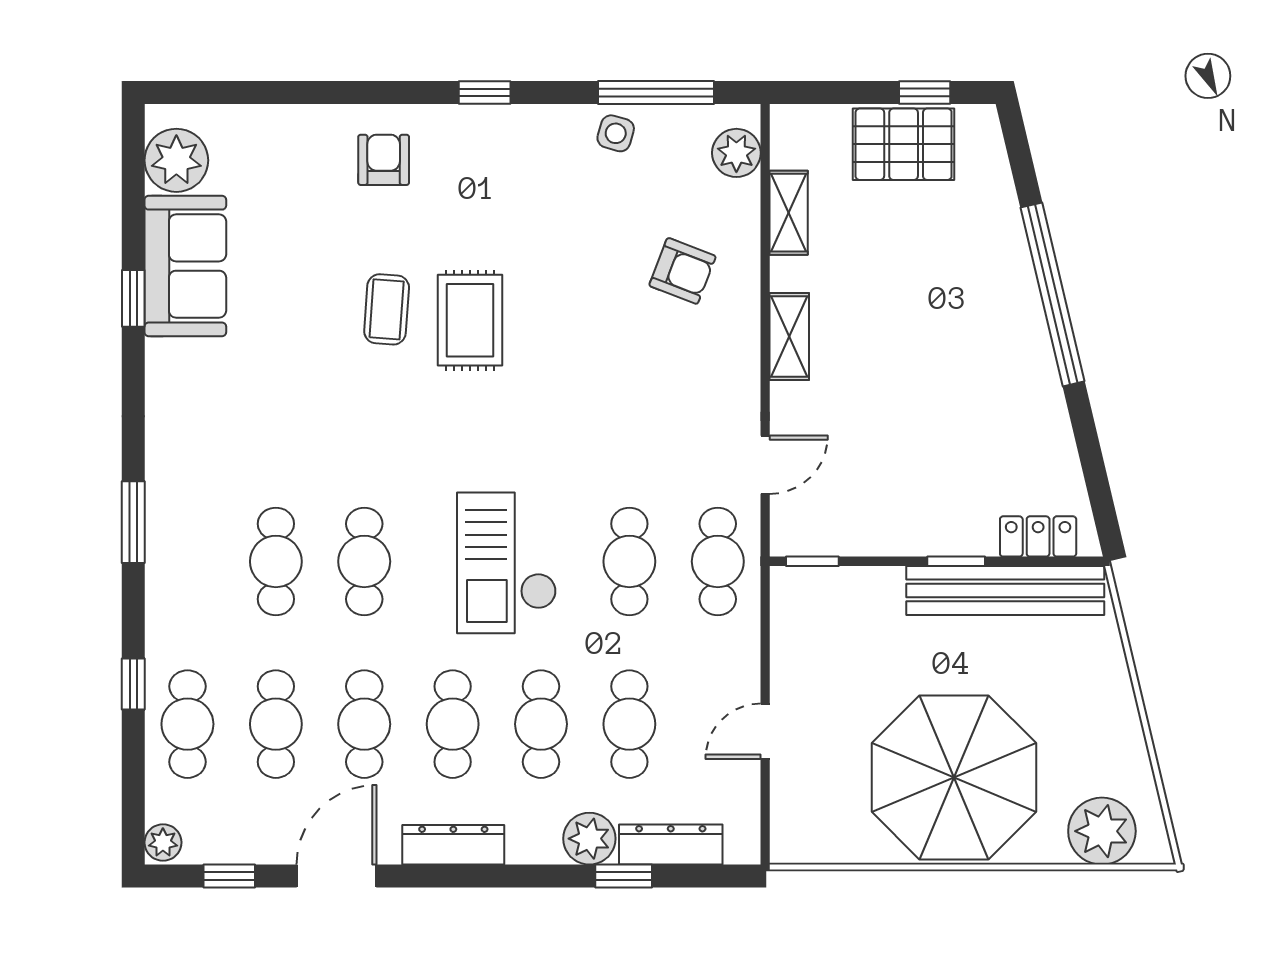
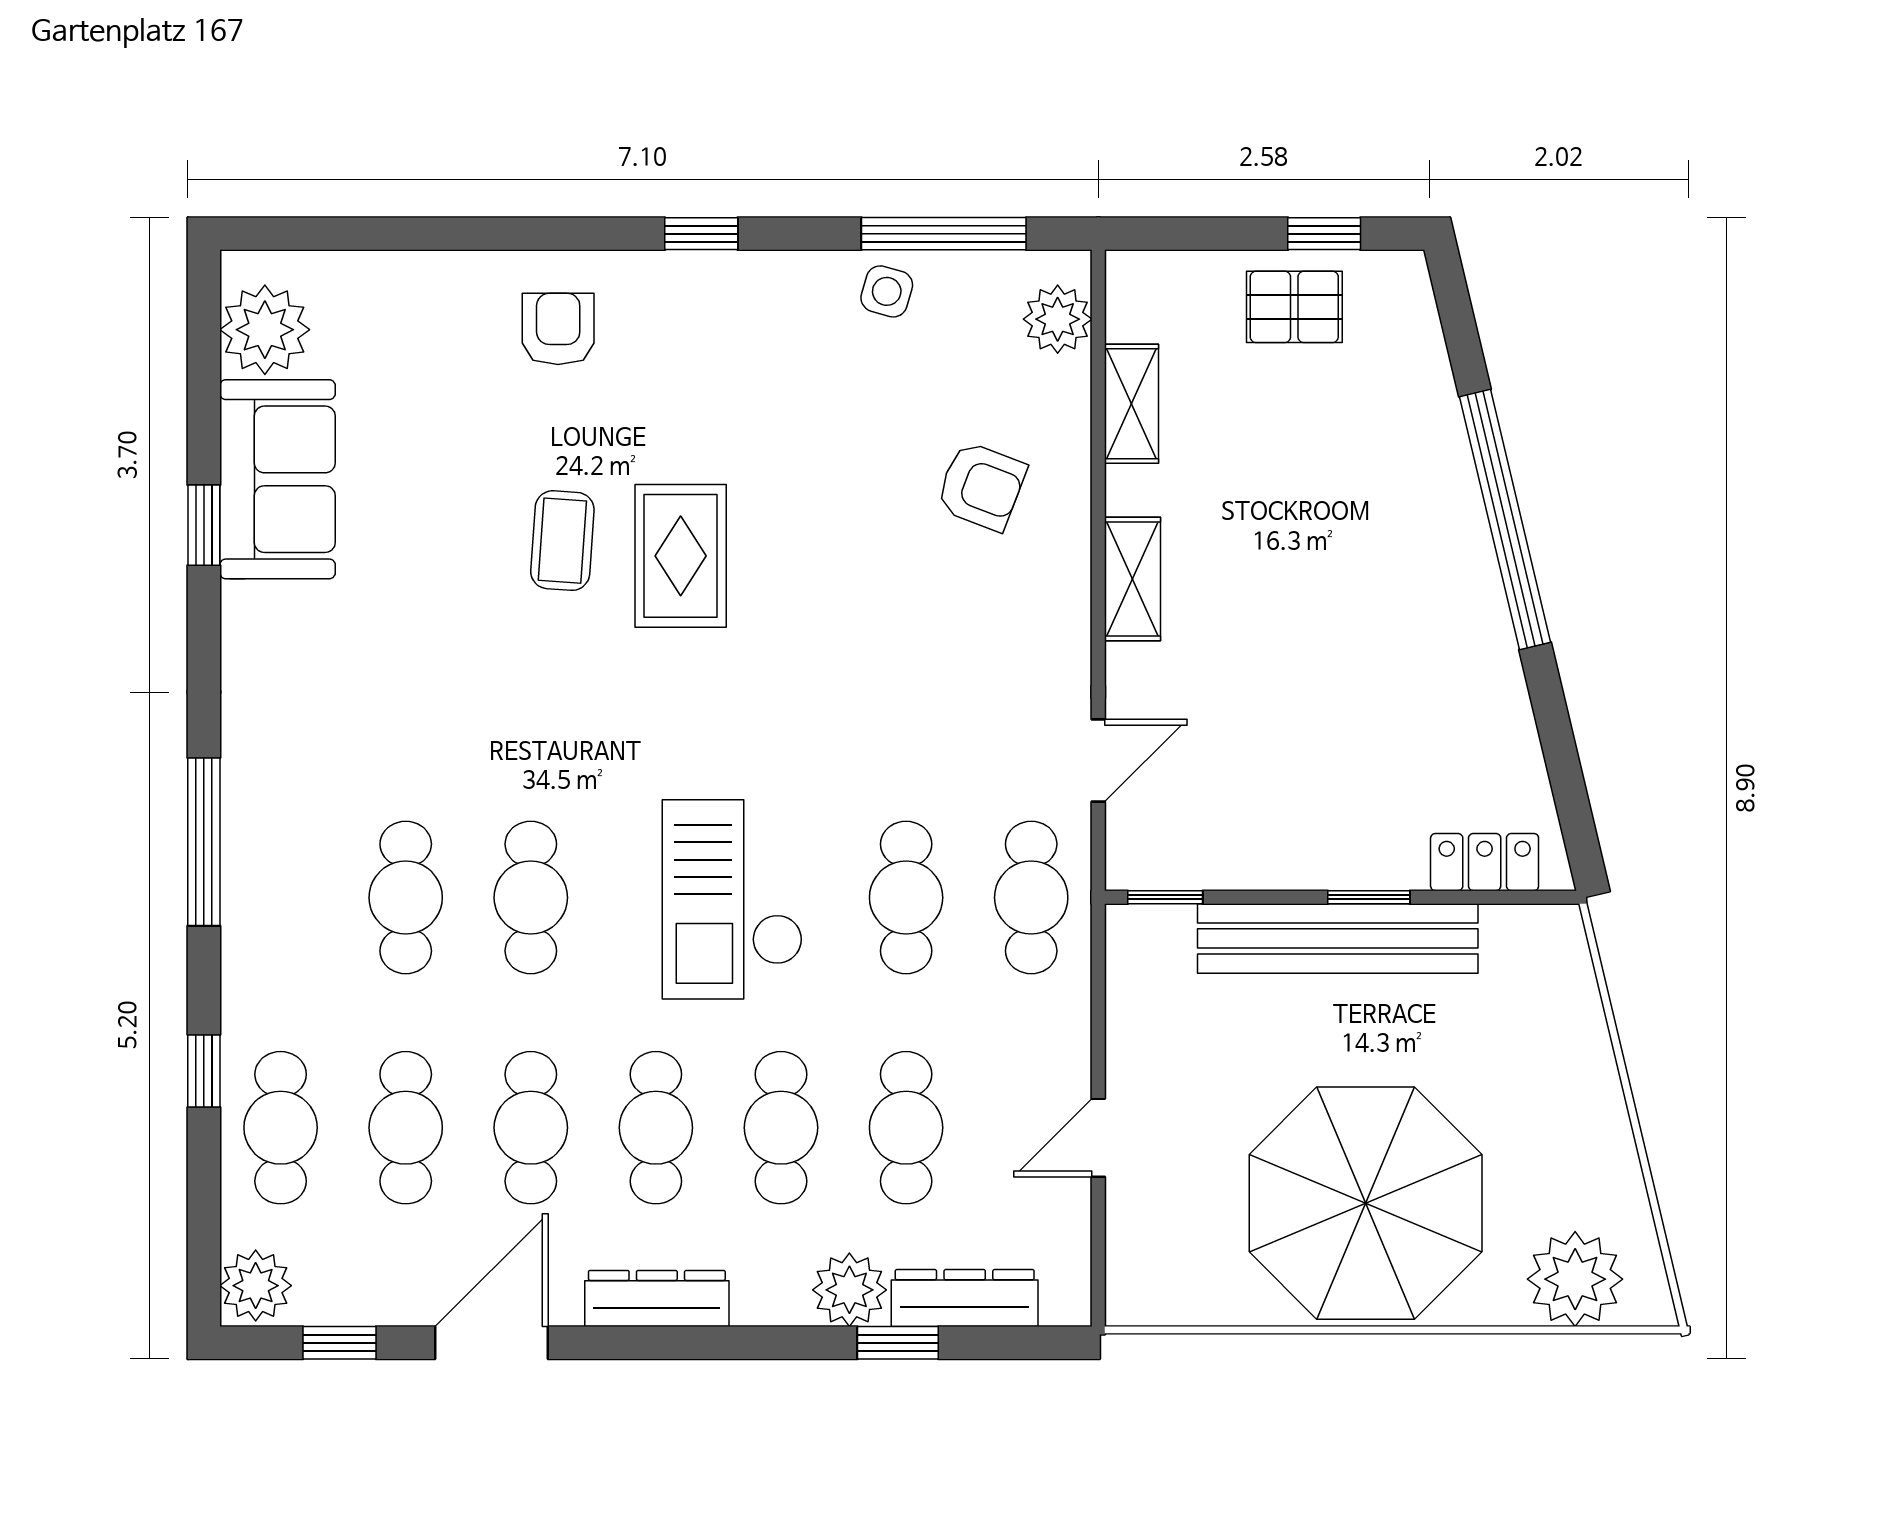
pallet: (904, 144) -> (1294, 307), width x0.67, depth x0.71
window: (133, 522) -> (204, 842), width x1.44
bench: (1005, 590) -> (1338, 938), moved
plant: (163, 842) -> (256, 1286), width x1.38, depth x1.38

